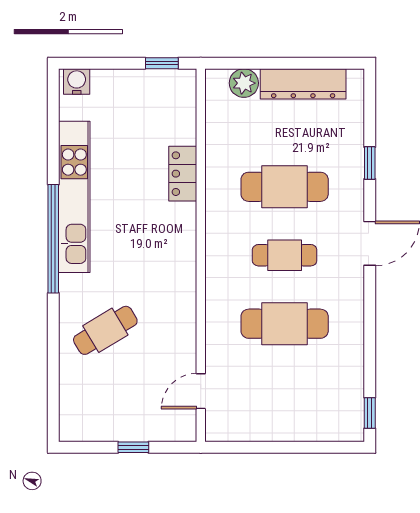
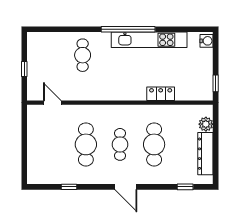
window: (370, 163) -> (185, 187), moved
cafe table: (105, 330) -> (83, 55), turned 31
window: (370, 413) -> (69, 187), moved

